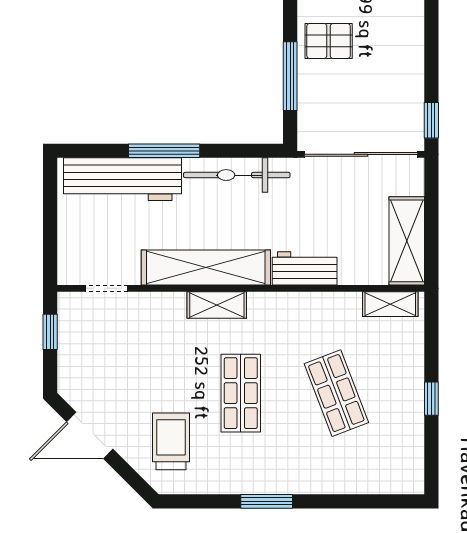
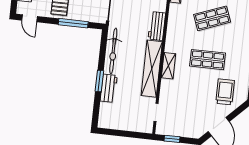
window: (164, 151) -> (99, 81), width x0.69
workbench: (123, 179) -> (109, 88), width x0.53, depth x0.76
trolley: (171, 441) -> (225, 92), turned 90

